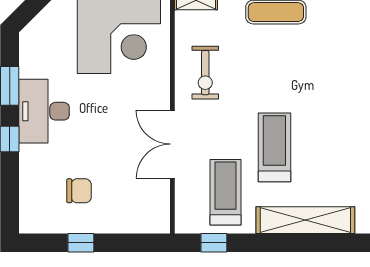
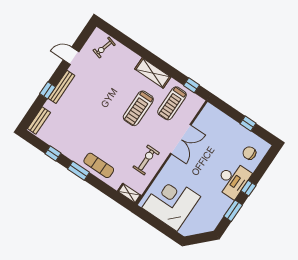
desk: (44, 111) -> (233, 180), moved
chair: (79, 191) -> (249, 153), moved
shelving: (305, 220) -> (153, 73), width x0.68

